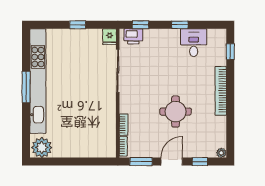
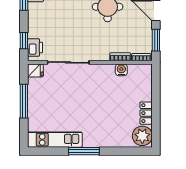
window: (78, 25) -> (24, 101), width x2.17
kitchen unit: (38, 81) -> (55, 140), width x0.54
water cooler: (110, 126) -> (121, 70), added
locker: (65, 151) -> (146, 113), added

